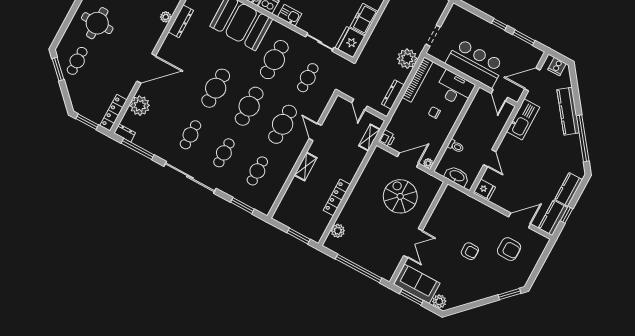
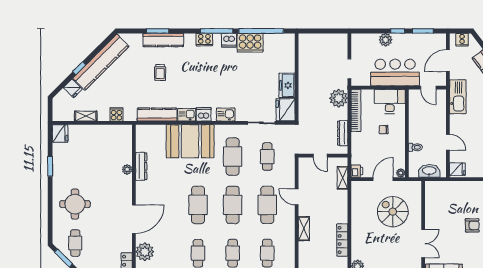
plant: (483, 27) -> (386, 40), added

